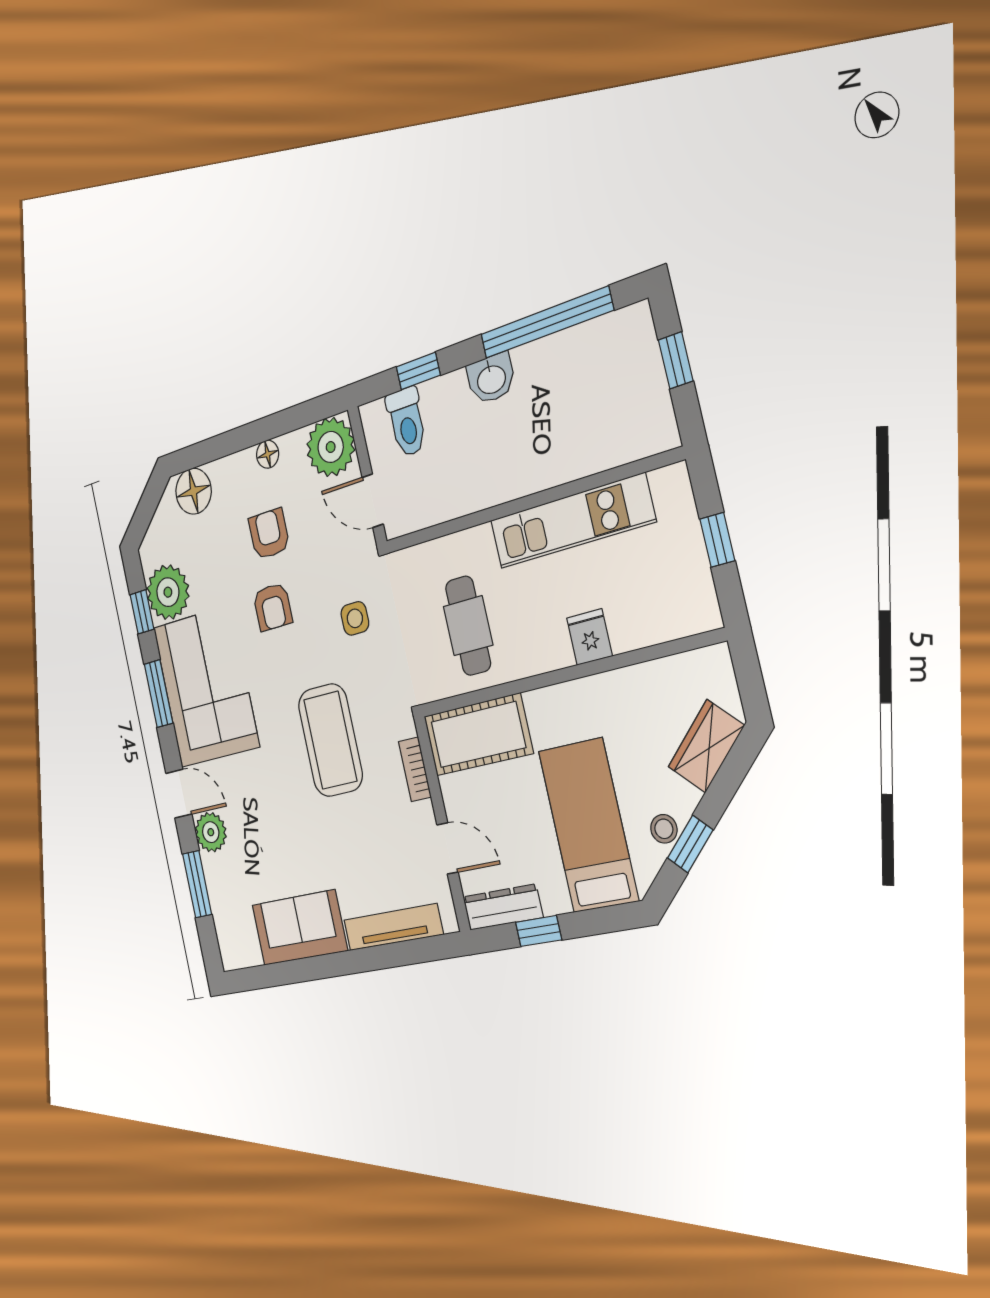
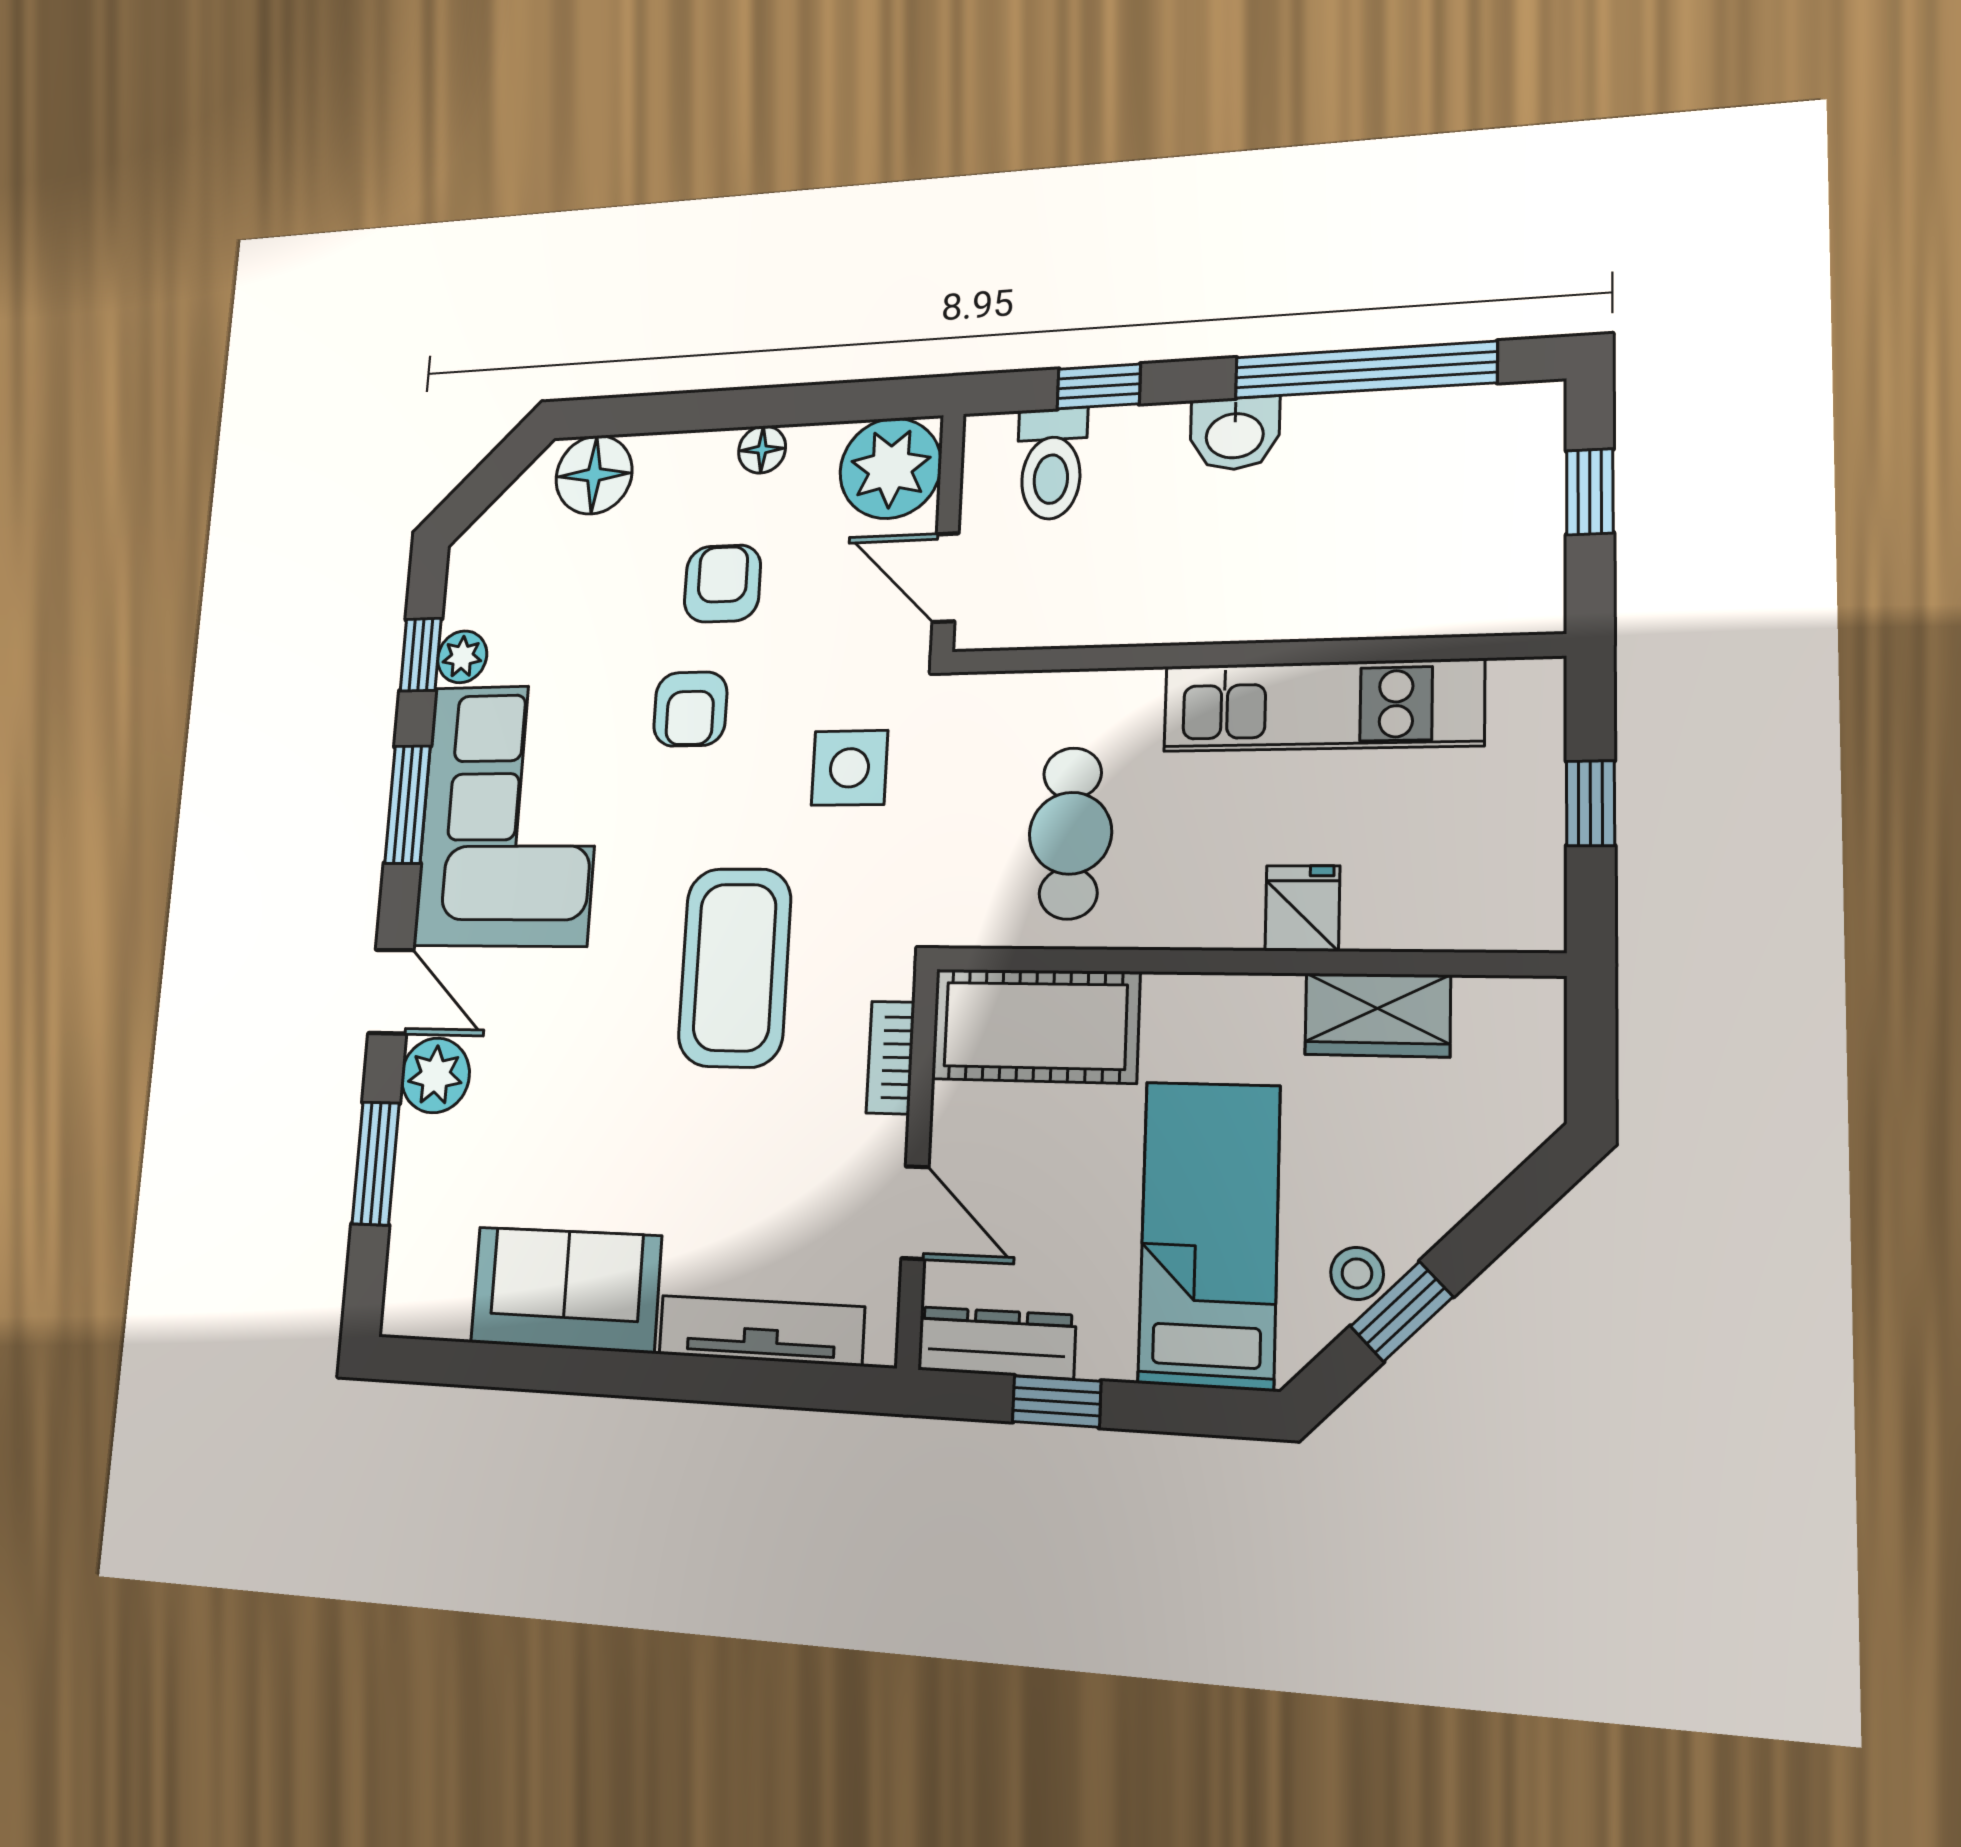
plant: (168, 592) -> (462, 657), width x0.53, depth x0.53
side table: (355, 618) -> (849, 768), width x1.37, depth x1.37
wardrobe: (706, 746) -> (1377, 1015), moved, turned -135

